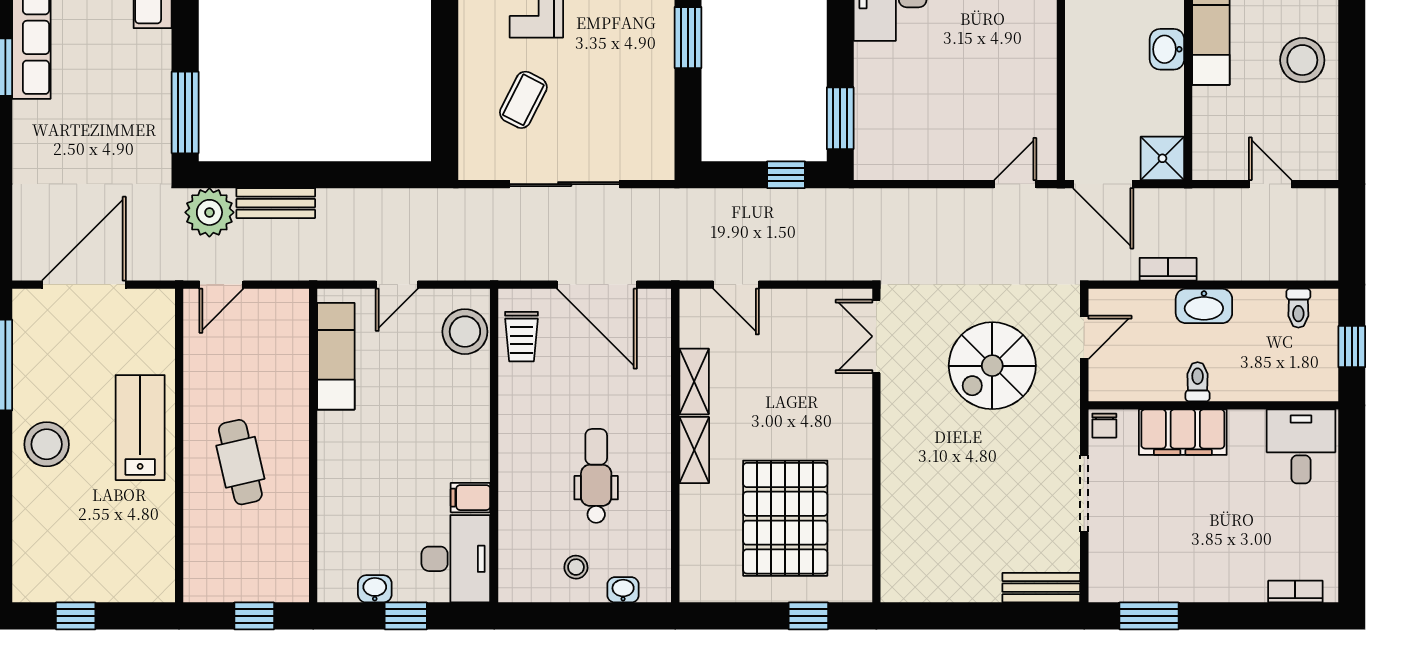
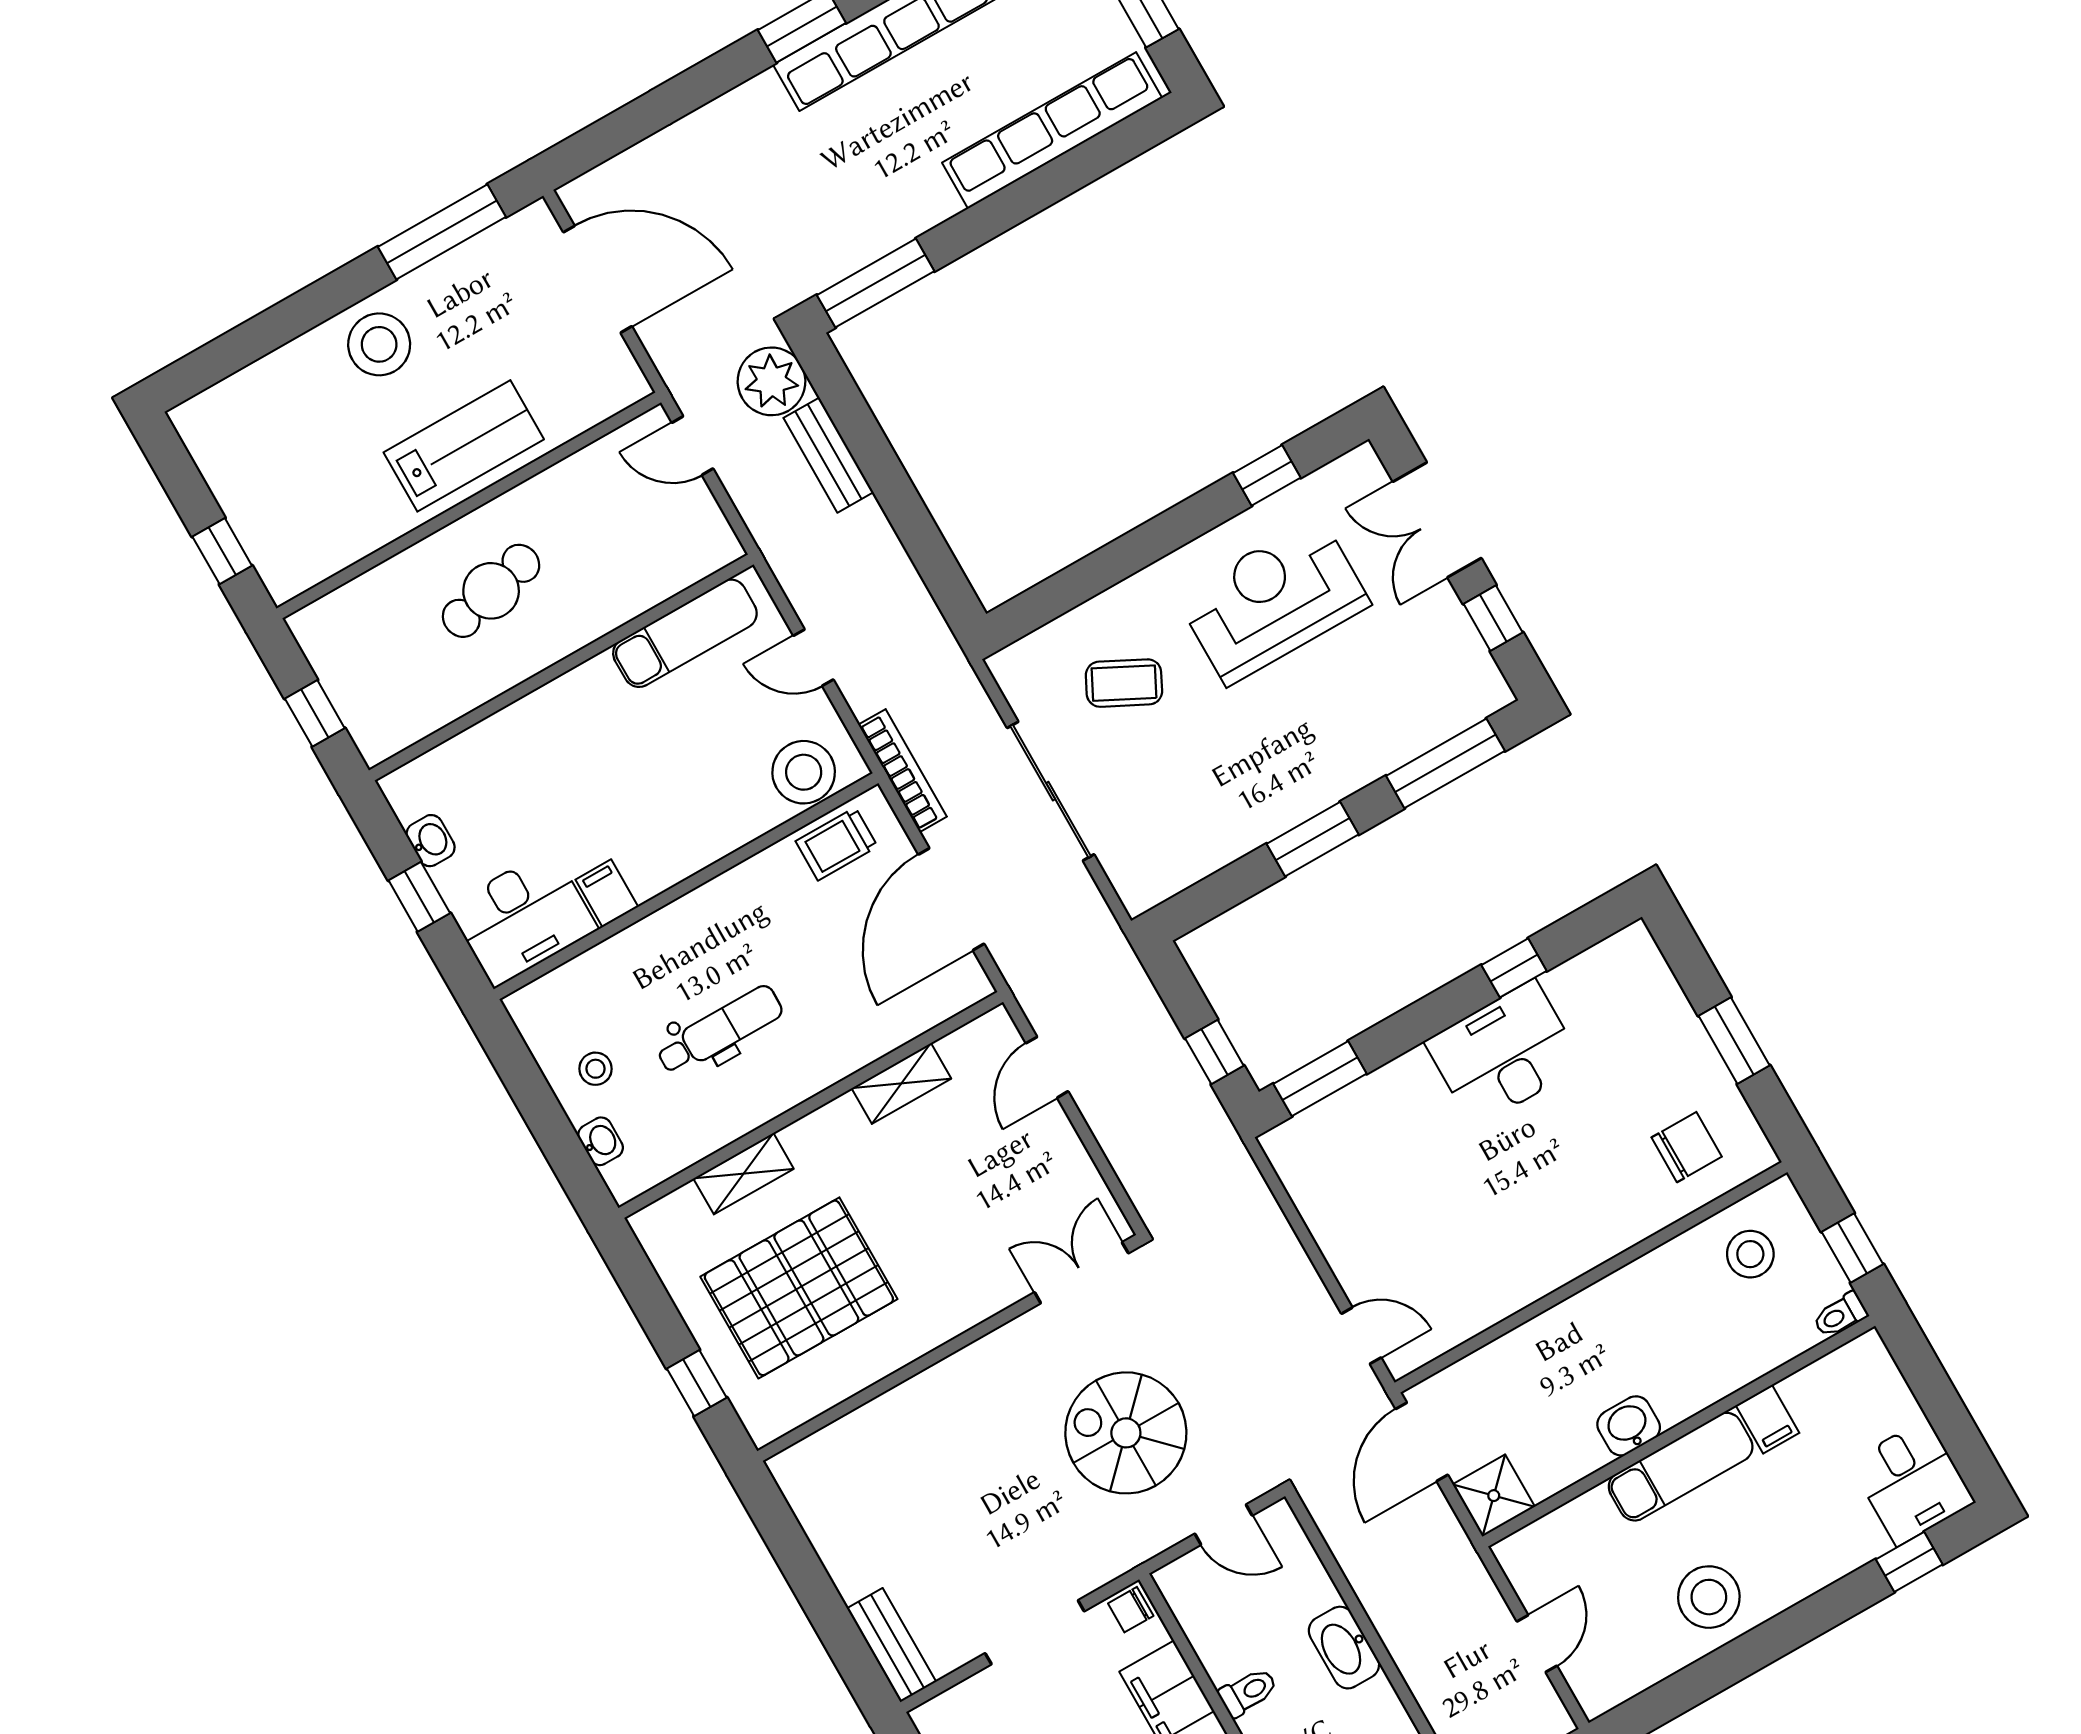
bookcase: (1168, 269) -> (903, 771), moved, width x1.56
shelving: (694, 450) -> (744, 1174), moved
window: (76, 616) -> (222, 551), moved

